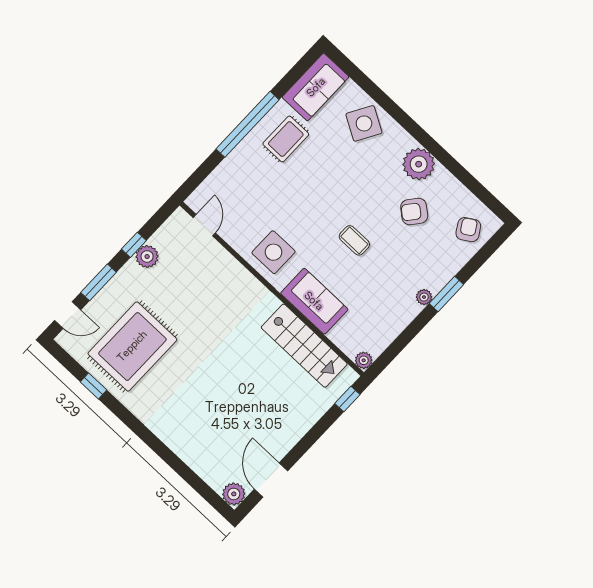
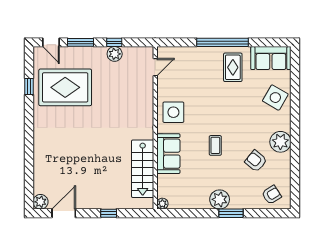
rug: (286, 139) -> (233, 67), turned 90
plant: (424, 297) -> (220, 199), width x1.87, depth x1.87
window: (347, 399) -> (109, 213), moved

